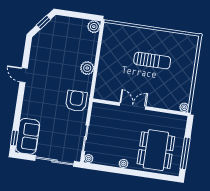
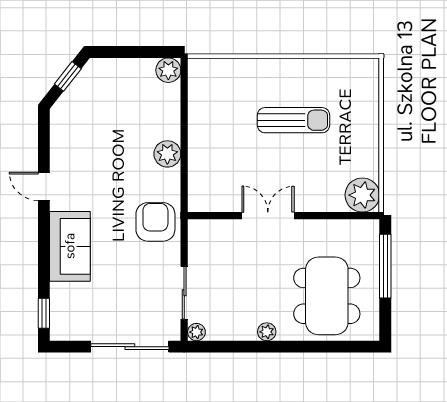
plant: (184, 107) -> (362, 195), width x1.88, depth x1.88
sofa: (28, 136) -> (70, 246), moved
window: (185, 153) -> (385, 266), moved

